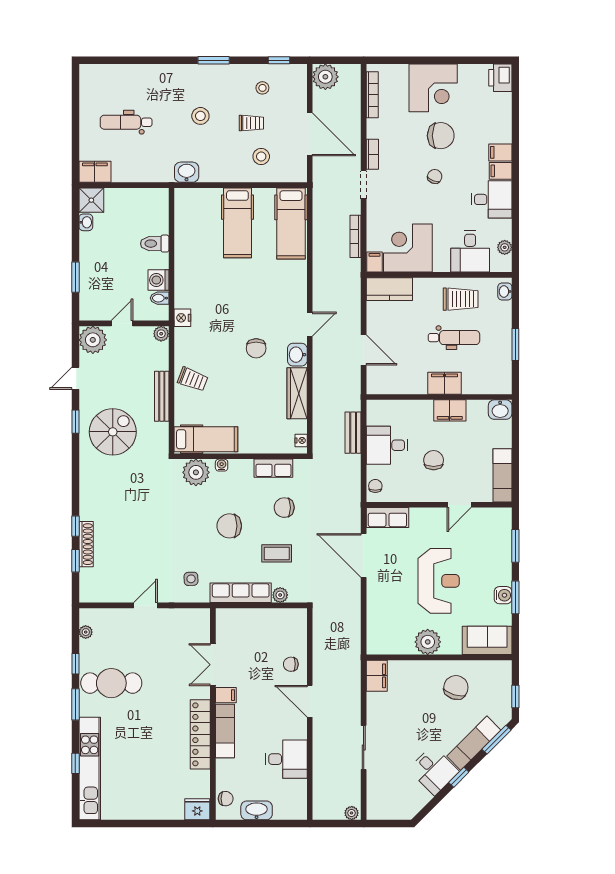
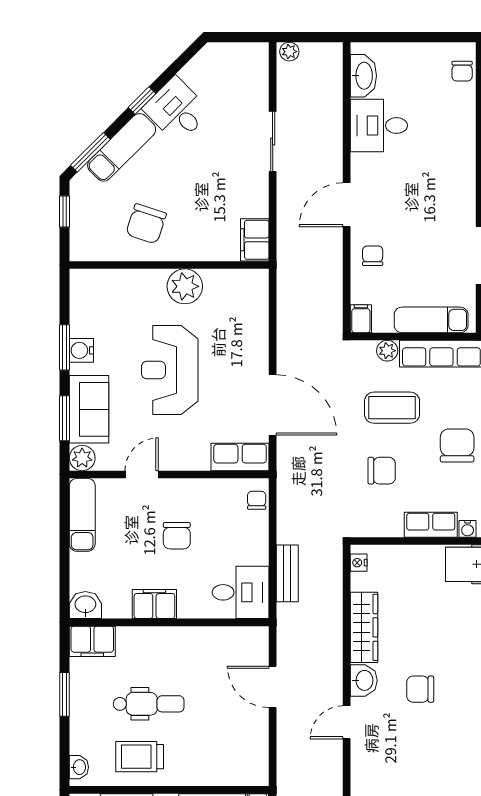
kitchen counter: (389, 289) -> (237, 770), removed
dental chair: (454, 338) -> (149, 704), turned 180
chair: (256, 348) -> (420, 689), turned -90
filing cabinet: (445, 383) -> (92, 641), moved
desk: (387, 445) -> (241, 592), moved
row of seats: (273, 468) -> (431, 525), moved
chair: (375, 486) -> (257, 500), turned 180
plant: (502, 517) -> (82, 458), added
chair: (229, 526) -> (457, 446), turned -90
coffee table: (277, 553) -> (392, 408), width x1.36, depth x1.30
sofa: (487, 640) -> (89, 409), moved, turned -90
chair: (291, 664) -> (373, 256), turned -90
filing cabinet: (226, 695) -> (361, 319), moved, turned 90
door: (310, 701) -> (347, 205), swing flipped
exam couch: (225, 731) -> (431, 320), moved, turned 90
chair: (226, 799) -> (462, 71), turned -90
washbasin: (257, 810) -> (363, 76), moved, turned -90

